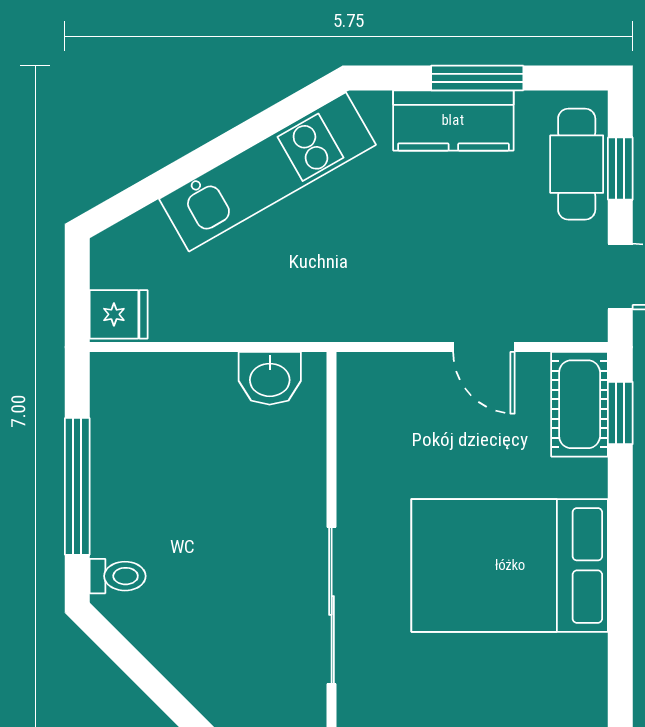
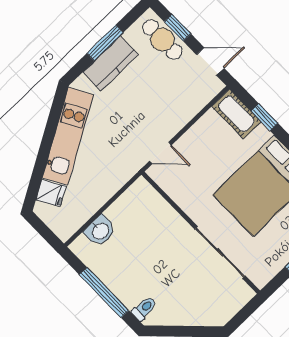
fridge: (119, 314) -> (51, 193), moved, turned 60
door: (484, 347) -> (161, 153), moved
washbasin: (270, 378) -> (100, 231), moved
window: (620, 413) -> (265, 117), moved

